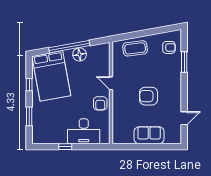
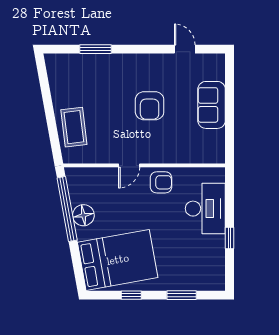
window: (69, 47) -> (67, 209), moved
armchair: (169, 47) -> (72, 73), removed

